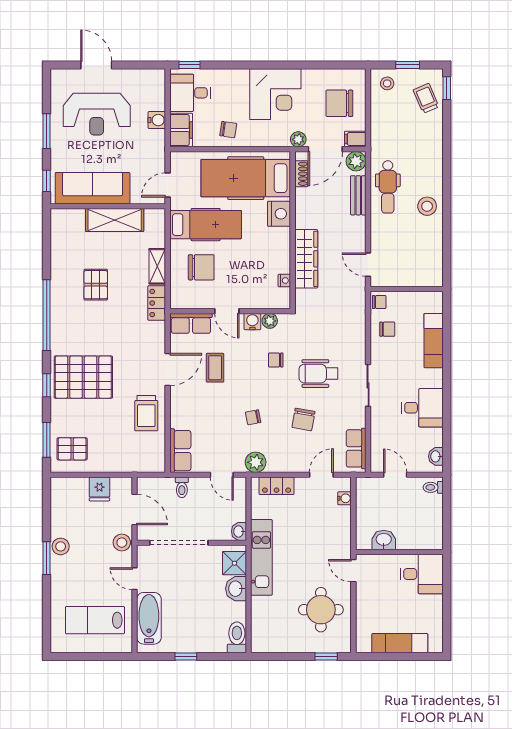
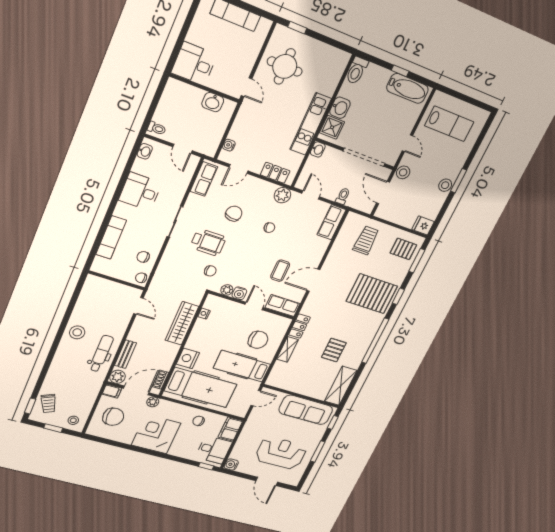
water cooler: (157, 120) -> (231, 464), moved
shelving: (115, 220) -> (341, 386), moved, turned 90
chair: (201, 267) -> (258, 340), turned 180
chair: (276, 360) -> (210, 271), moved
trolley: (146, 413) -> (366, 240), moved
fridge: (99, 489) -> (423, 226), moved, turned -90
bathtub: (149, 618) -> (407, 88), moved, turned -90

